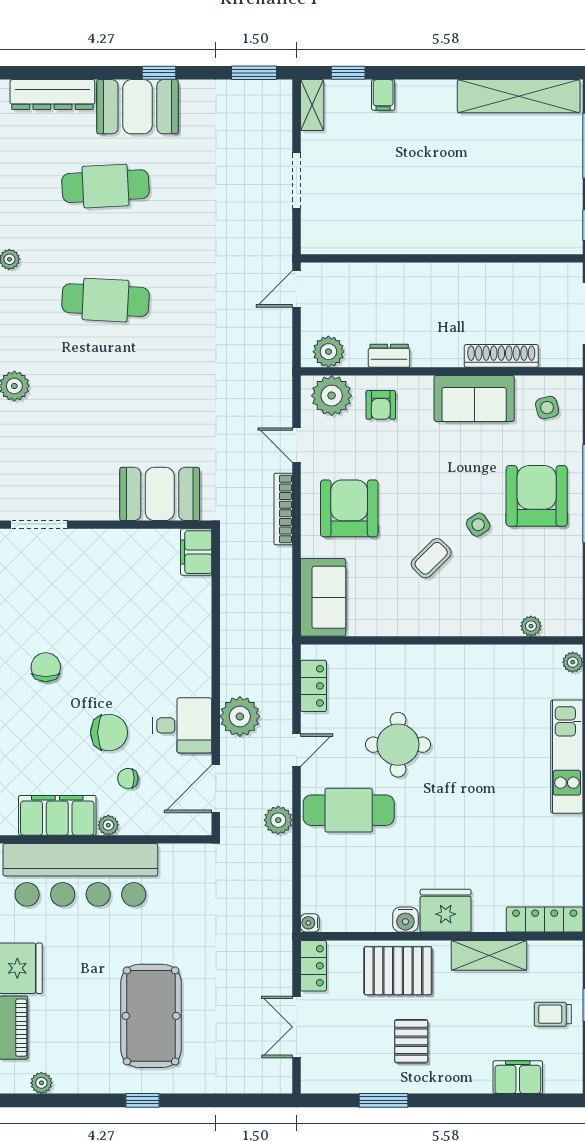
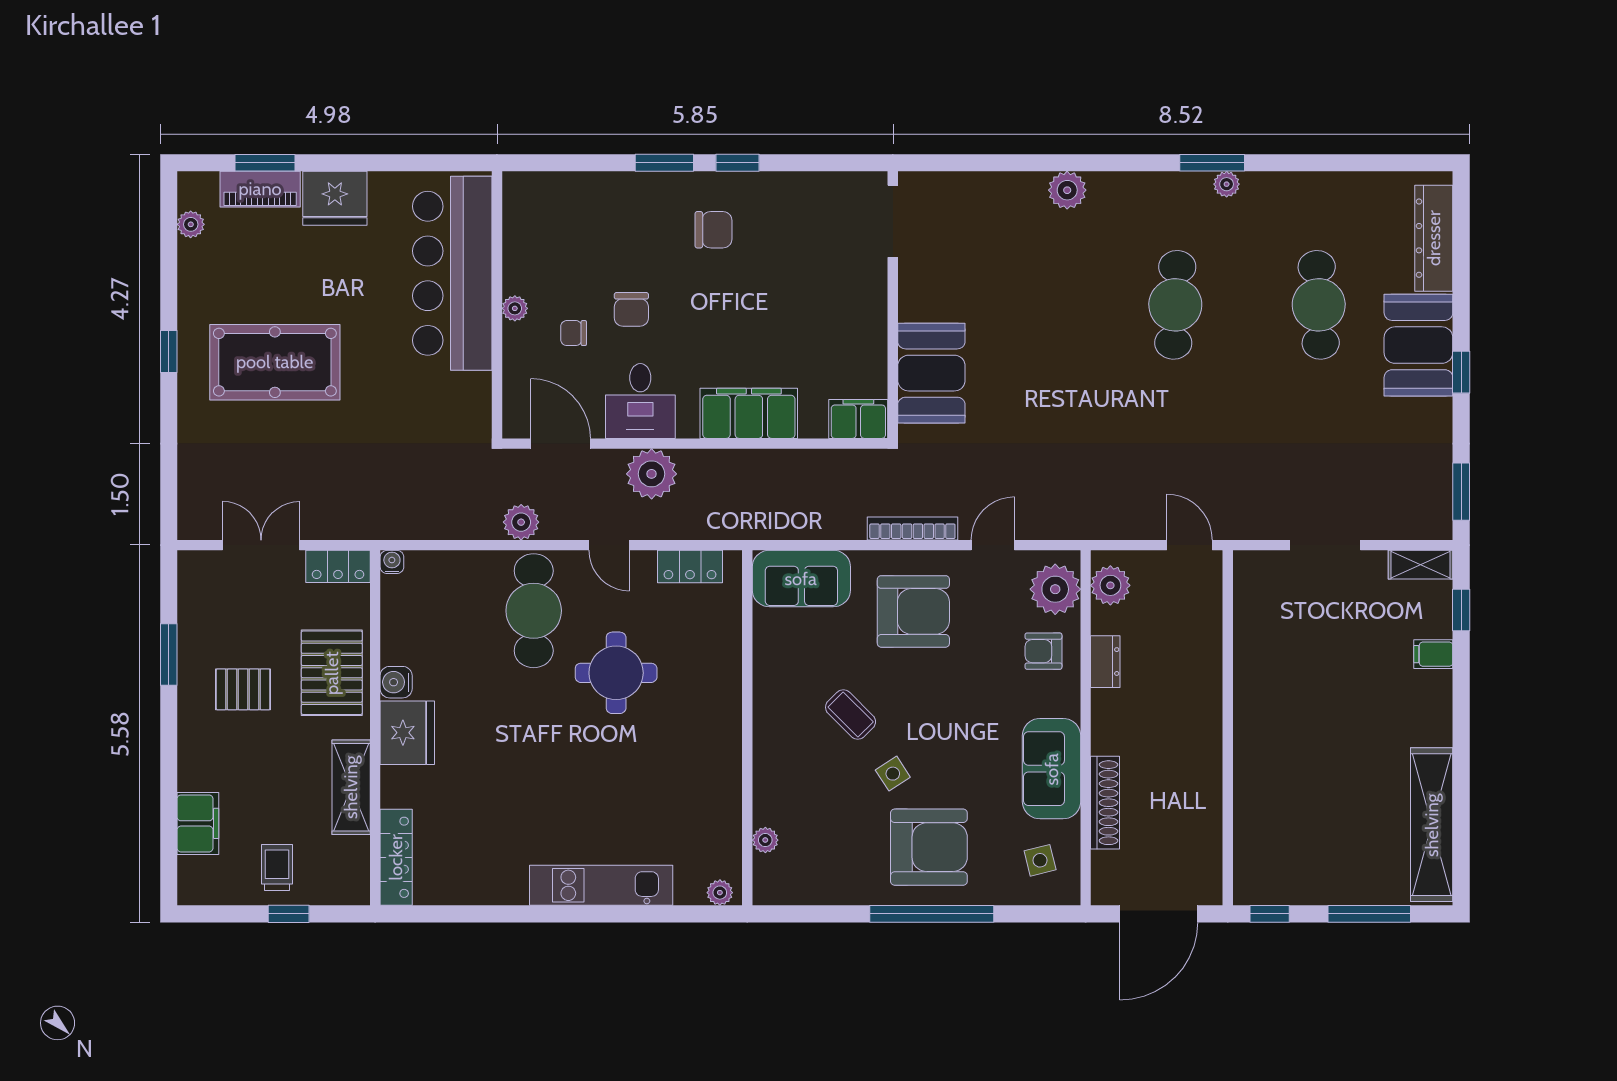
chair: (109, 733) -> (631, 309), width x0.73, depth x0.73
chair: (128, 778) -> (574, 333), turned -90
filing cabinet: (57, 815) -> (749, 413), moved, turned -90

